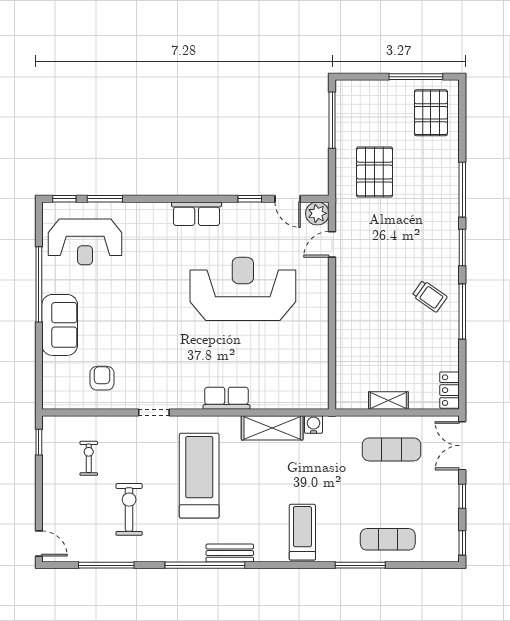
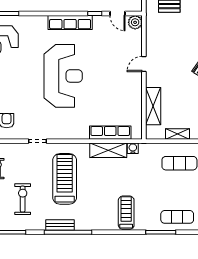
row of seats: (197, 214) -> (70, 22), width x1.48
door: (332, 244) -> (144, 64), moved
reception desk: (243, 289) -> (63, 76), moved, turned 90
shelving: (348, 354) -> (153, 106), added
row of seats: (226, 398) -> (110, 133), moved, width x1.48
bench: (230, 553) -> (60, 225), moved

